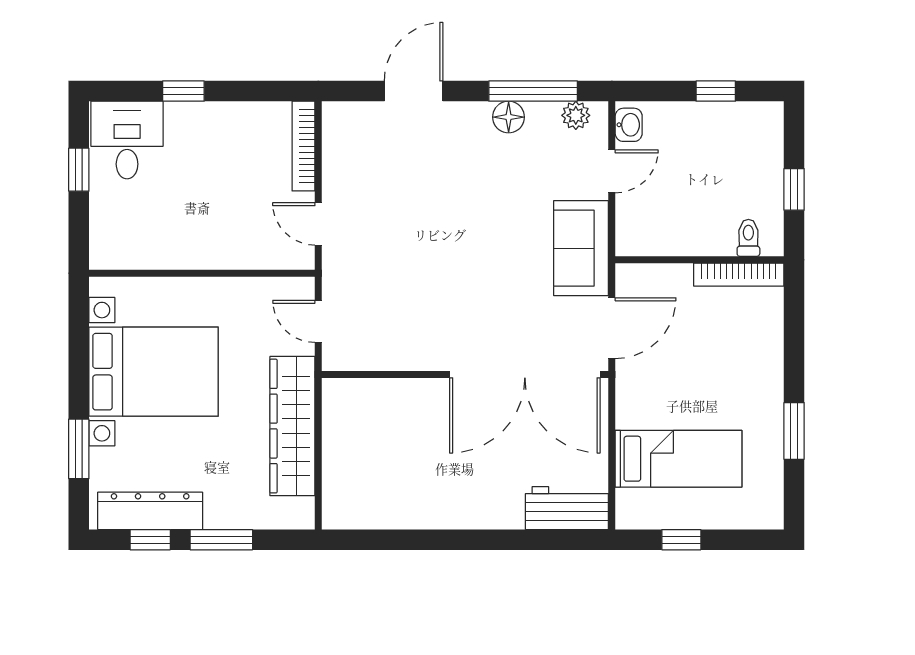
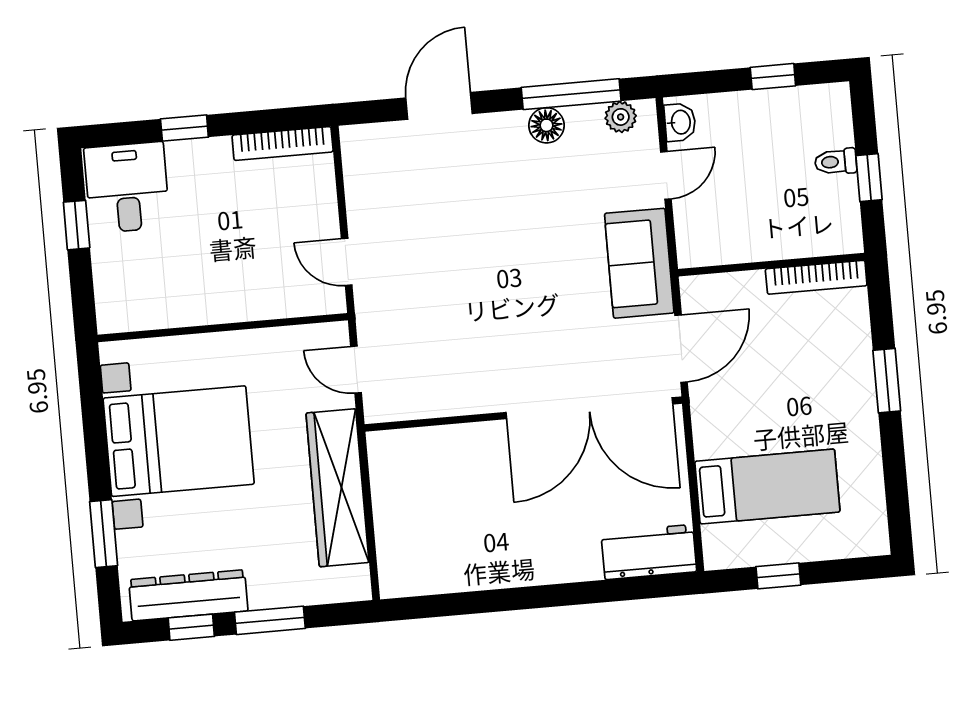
bookcase: (304, 146) -> (283, 144), moved, turned -90
toilet: (748, 238) -> (836, 162), moved, turned -90
window: (794, 431) -> (887, 381), moved

